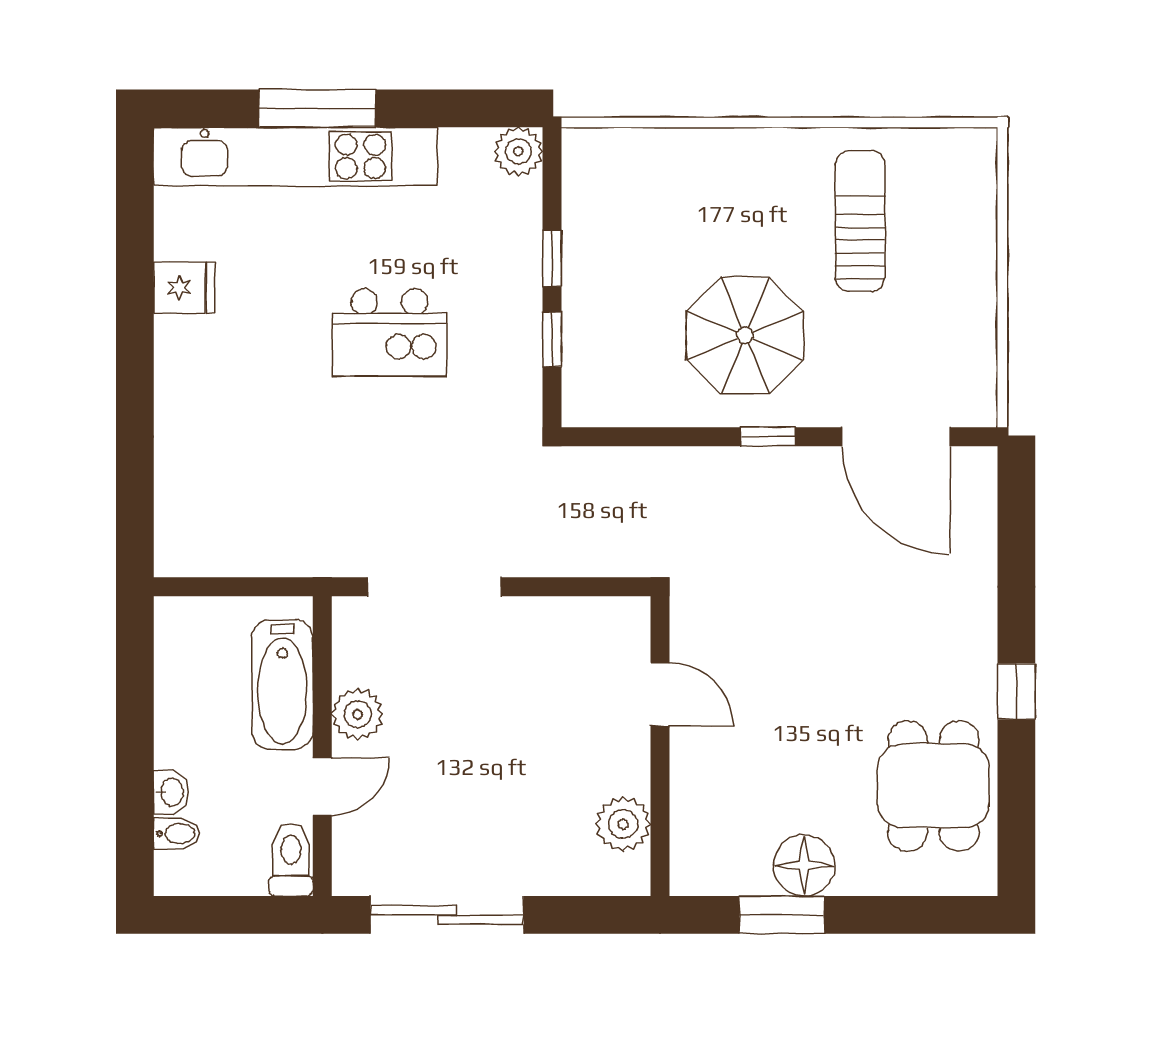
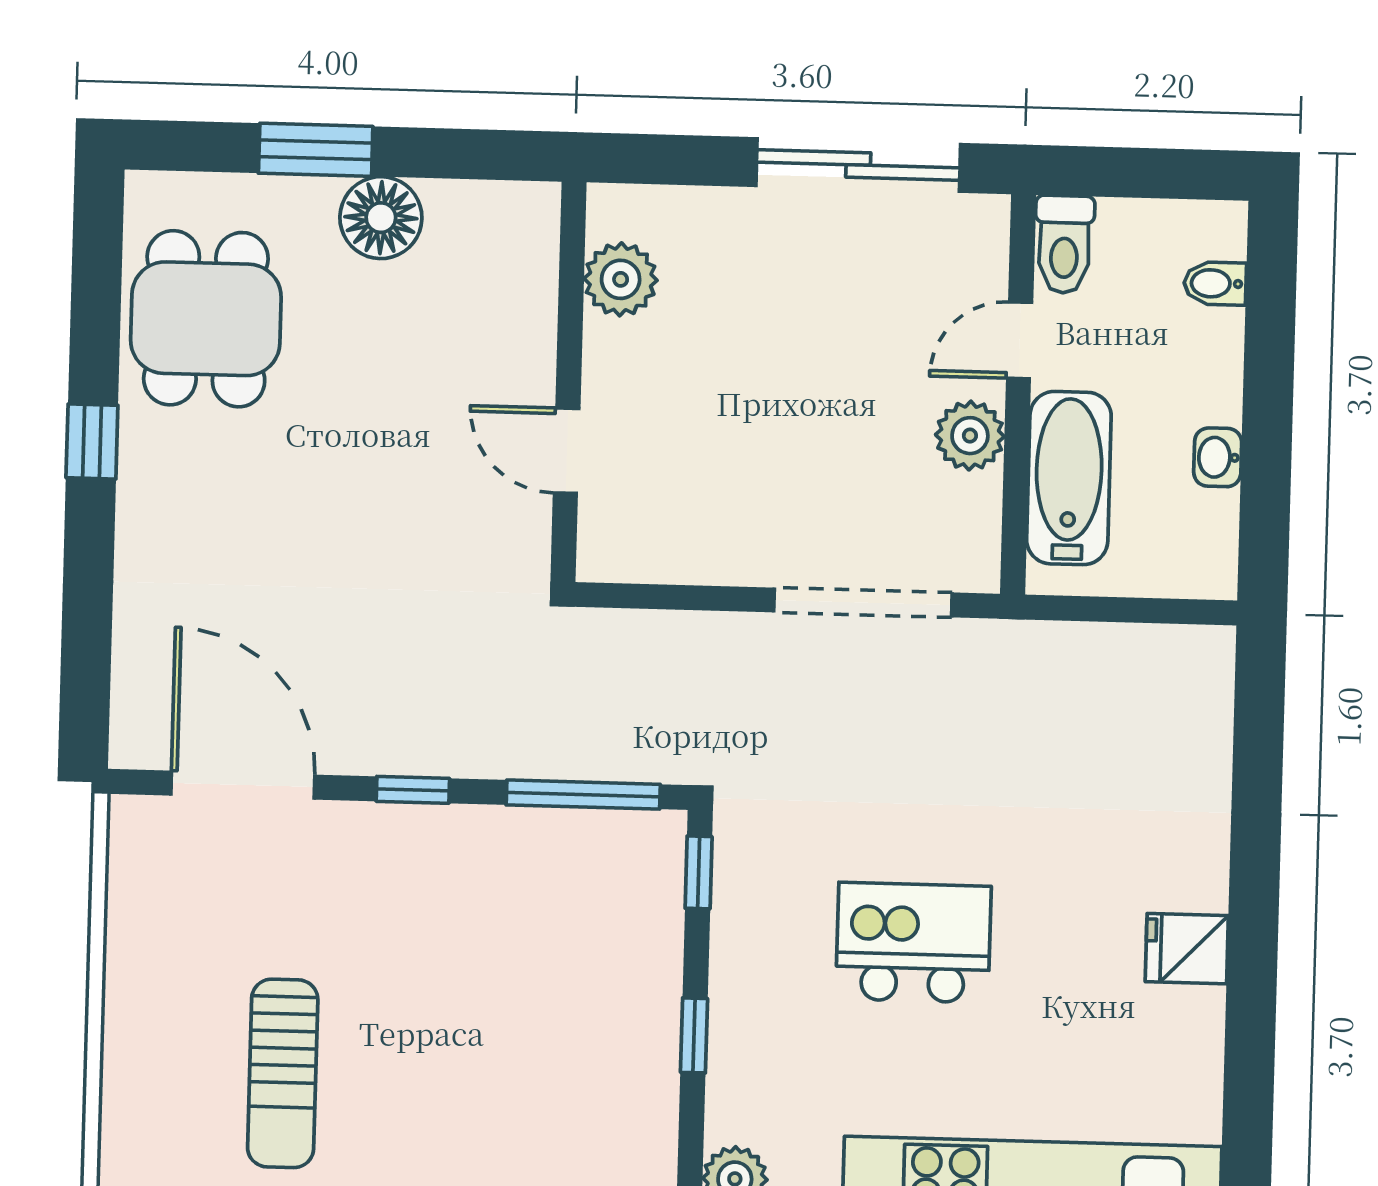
fridge: (184, 288) -> (1187, 949), moved
parasol: (745, 335) -> (440, 925), removed
window: (552, 339) -> (699, 872), moved
window: (640, 437) -> (583, 795), added
washbasin: (171, 792) -> (1218, 457), moved
window: (782, 915) -> (316, 150), moved

